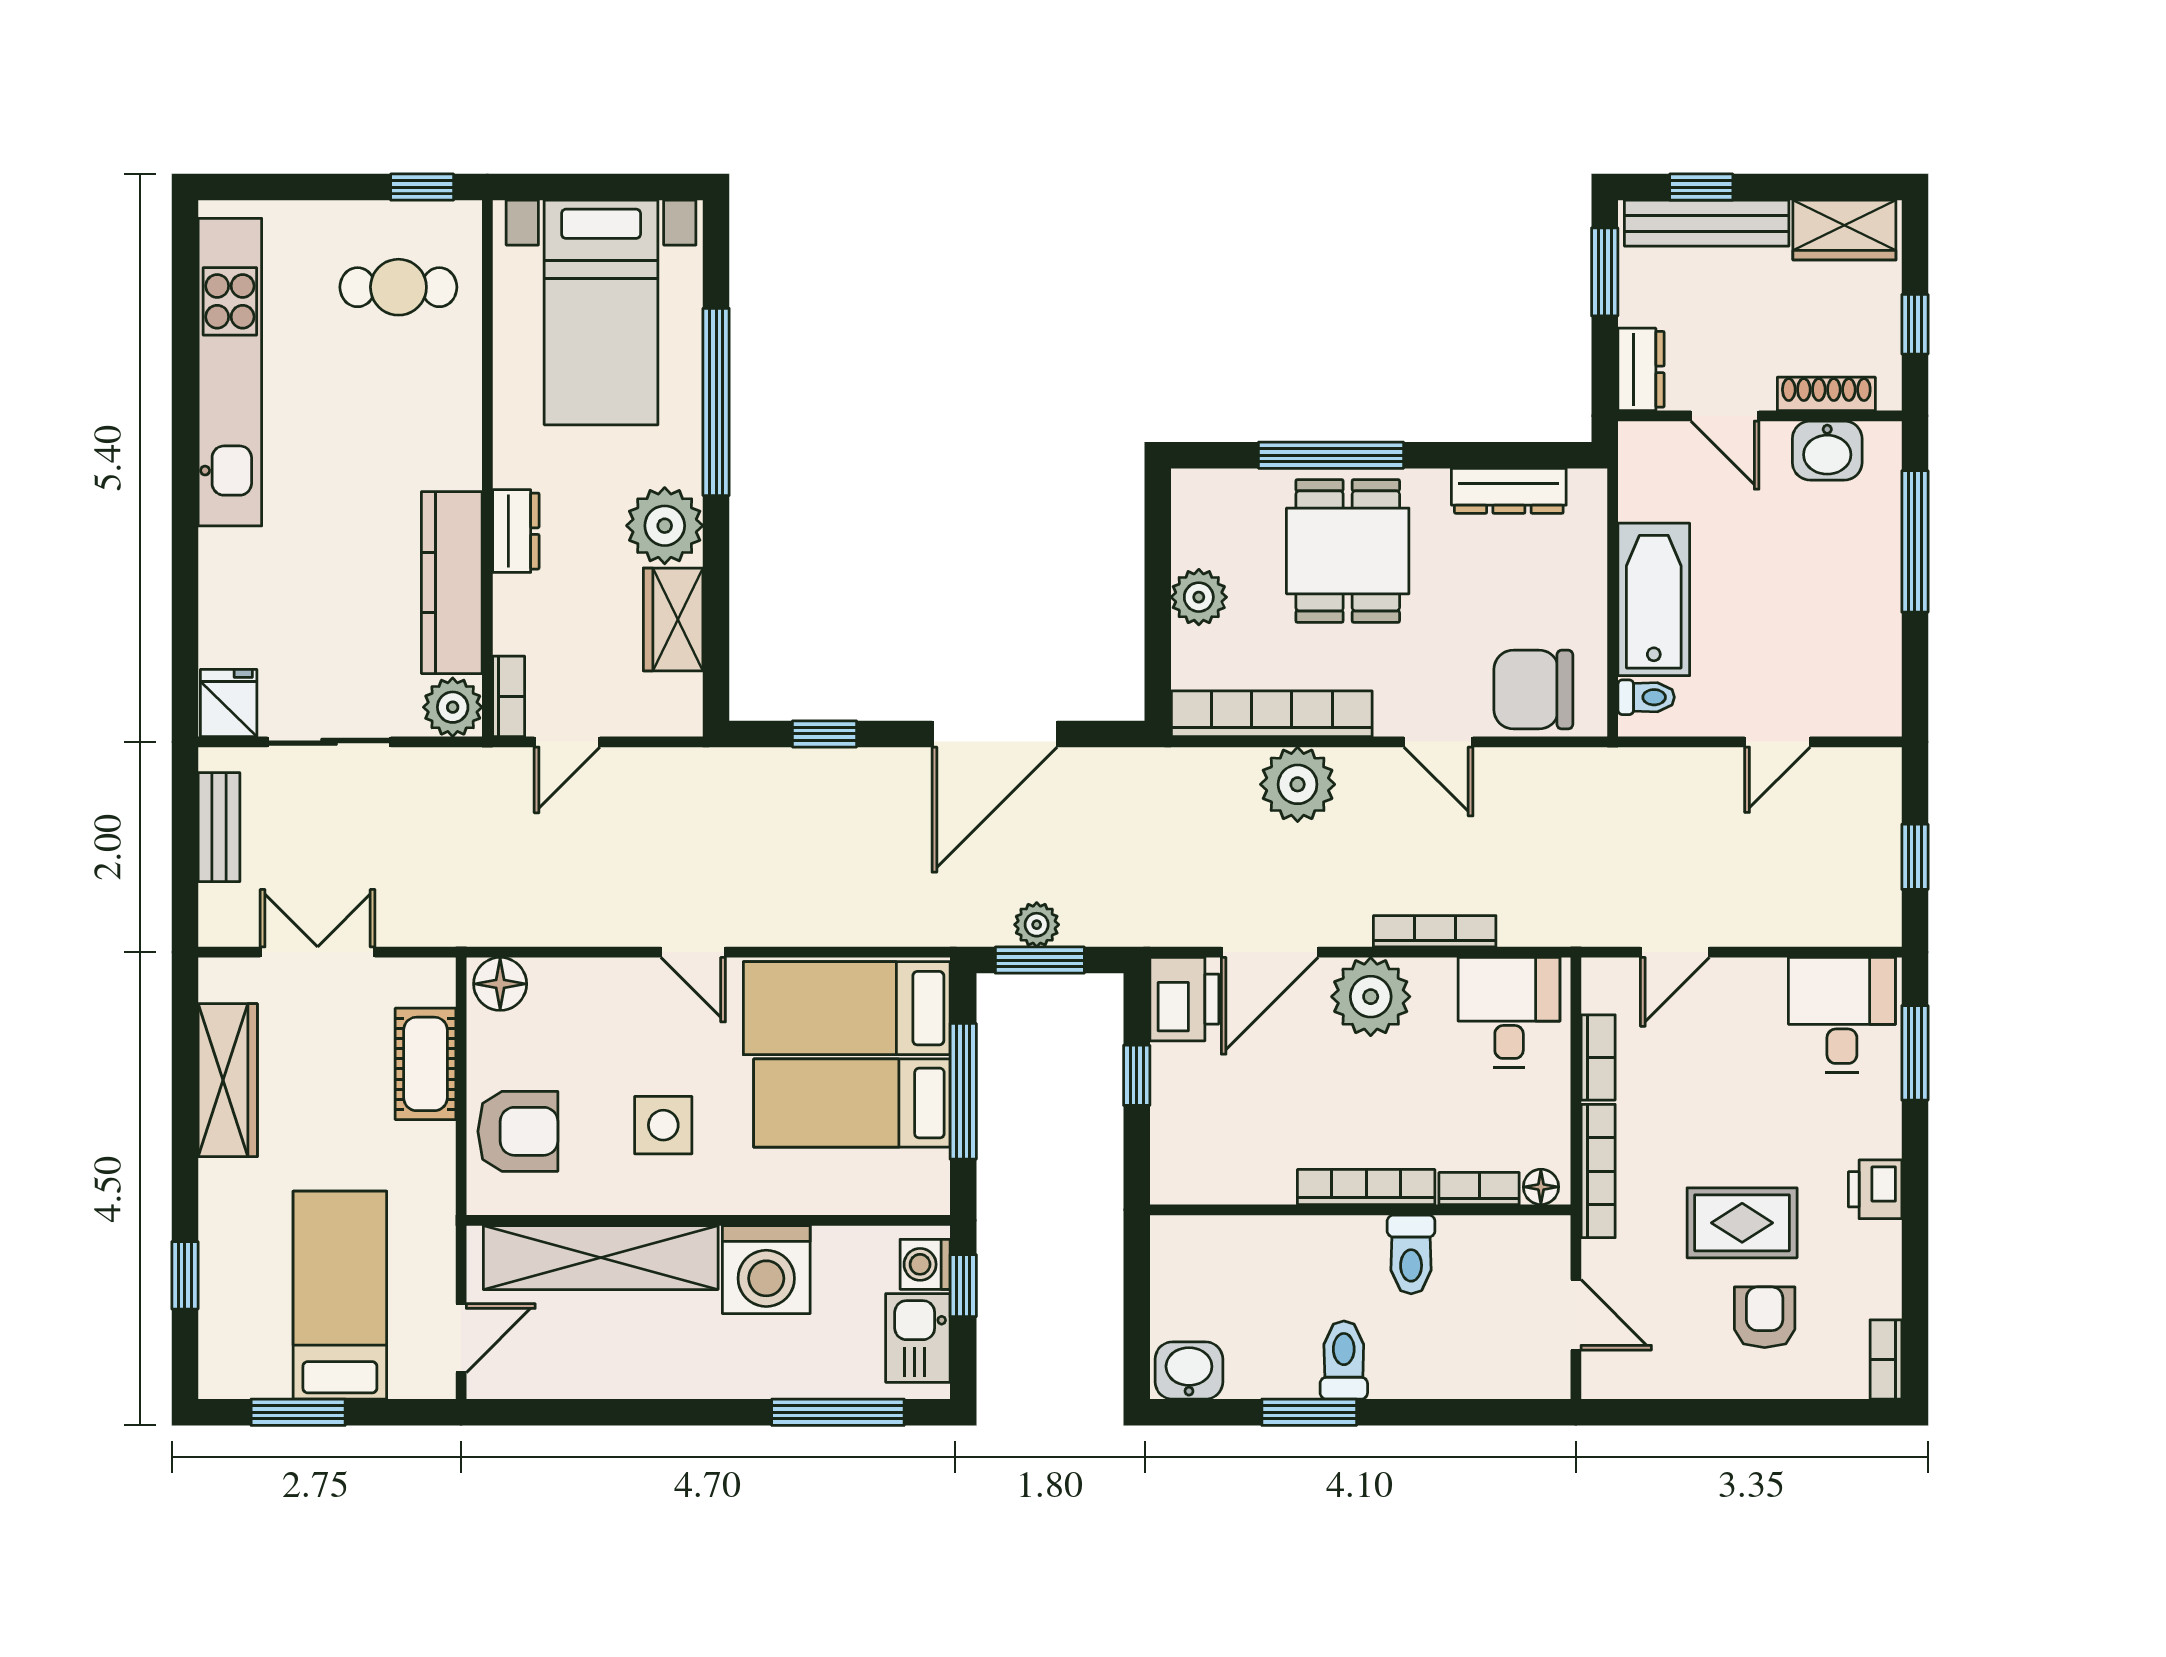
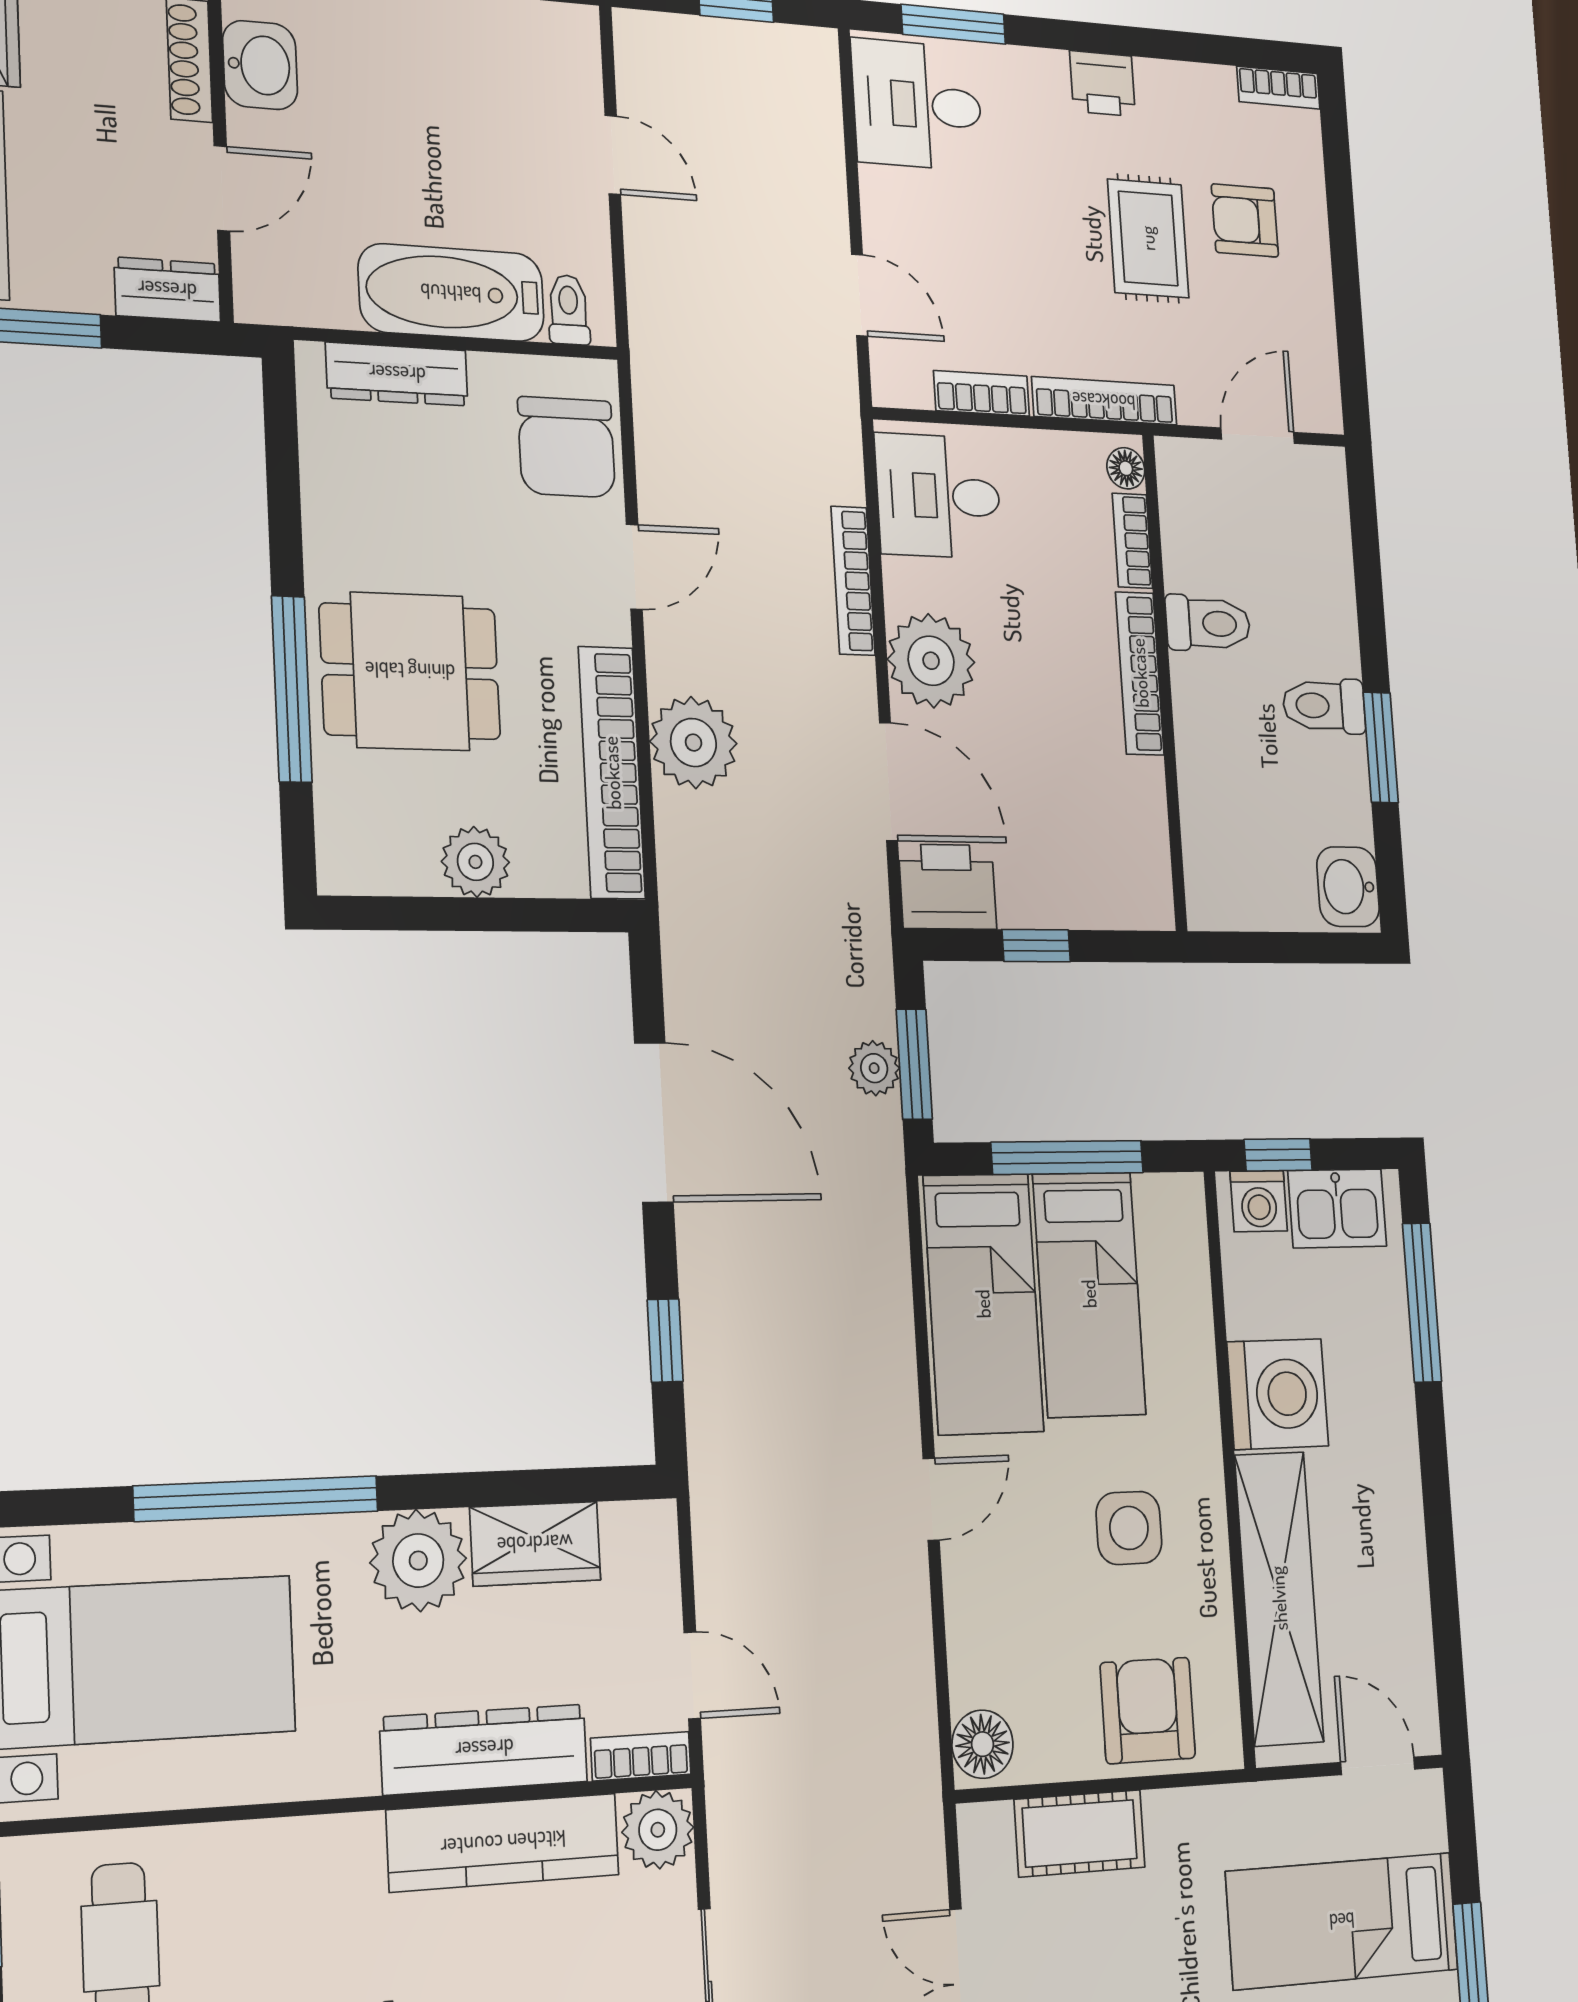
dresser: (1509, 491) -> (397, 374), moved, turned 90
dresser: (516, 531) -> (484, 1749), width x1.96, depth x1.24

